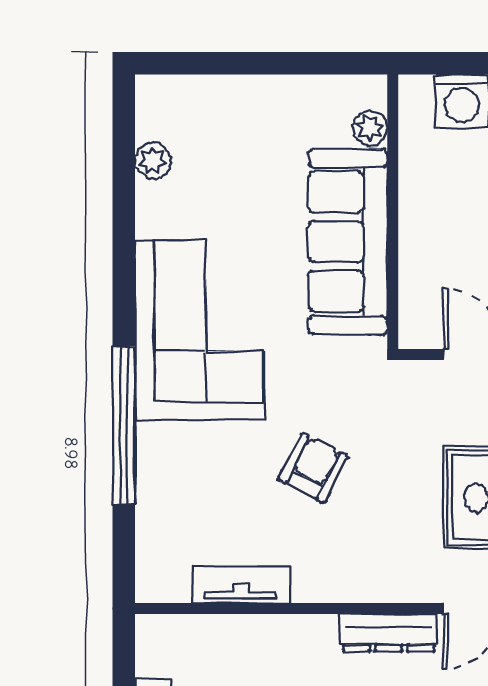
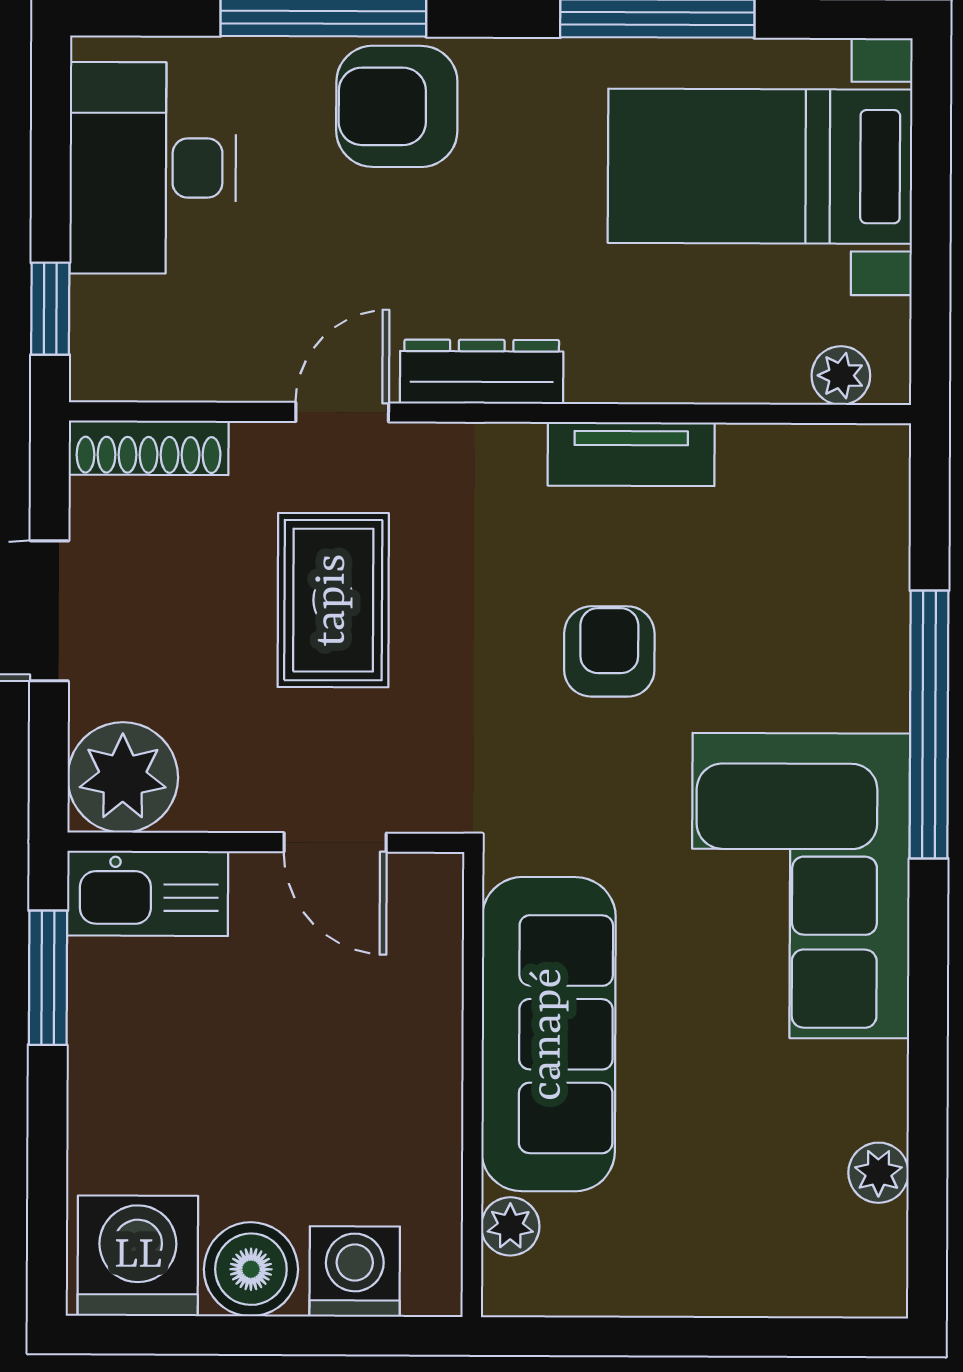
armchair: (313, 468) -> (609, 651), turned 153
tv unit: (241, 584) -> (631, 454), moved
plant: (177, 631) -> (841, 376), added

